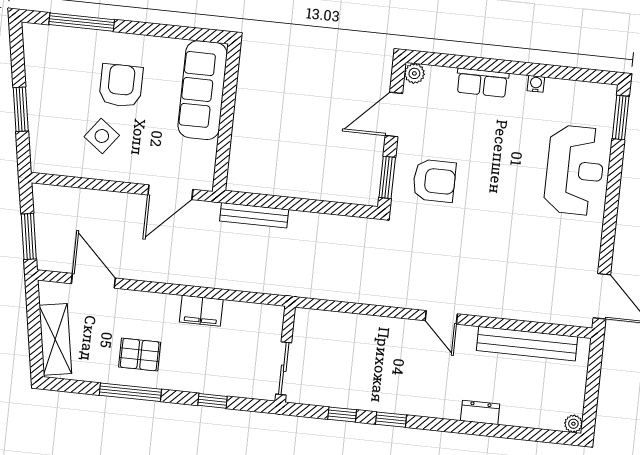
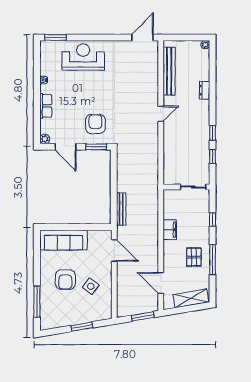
armchair: (121, 85) -> (65, 280), turned -90
door: (93, 281) -> (161, 283), hinge flipped

